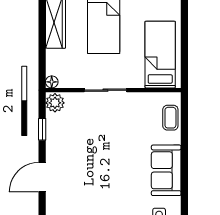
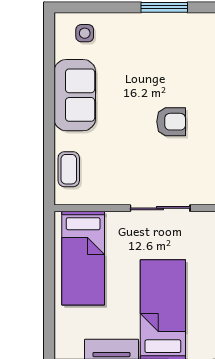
armchair: (98, 151) -> (171, 122), added

